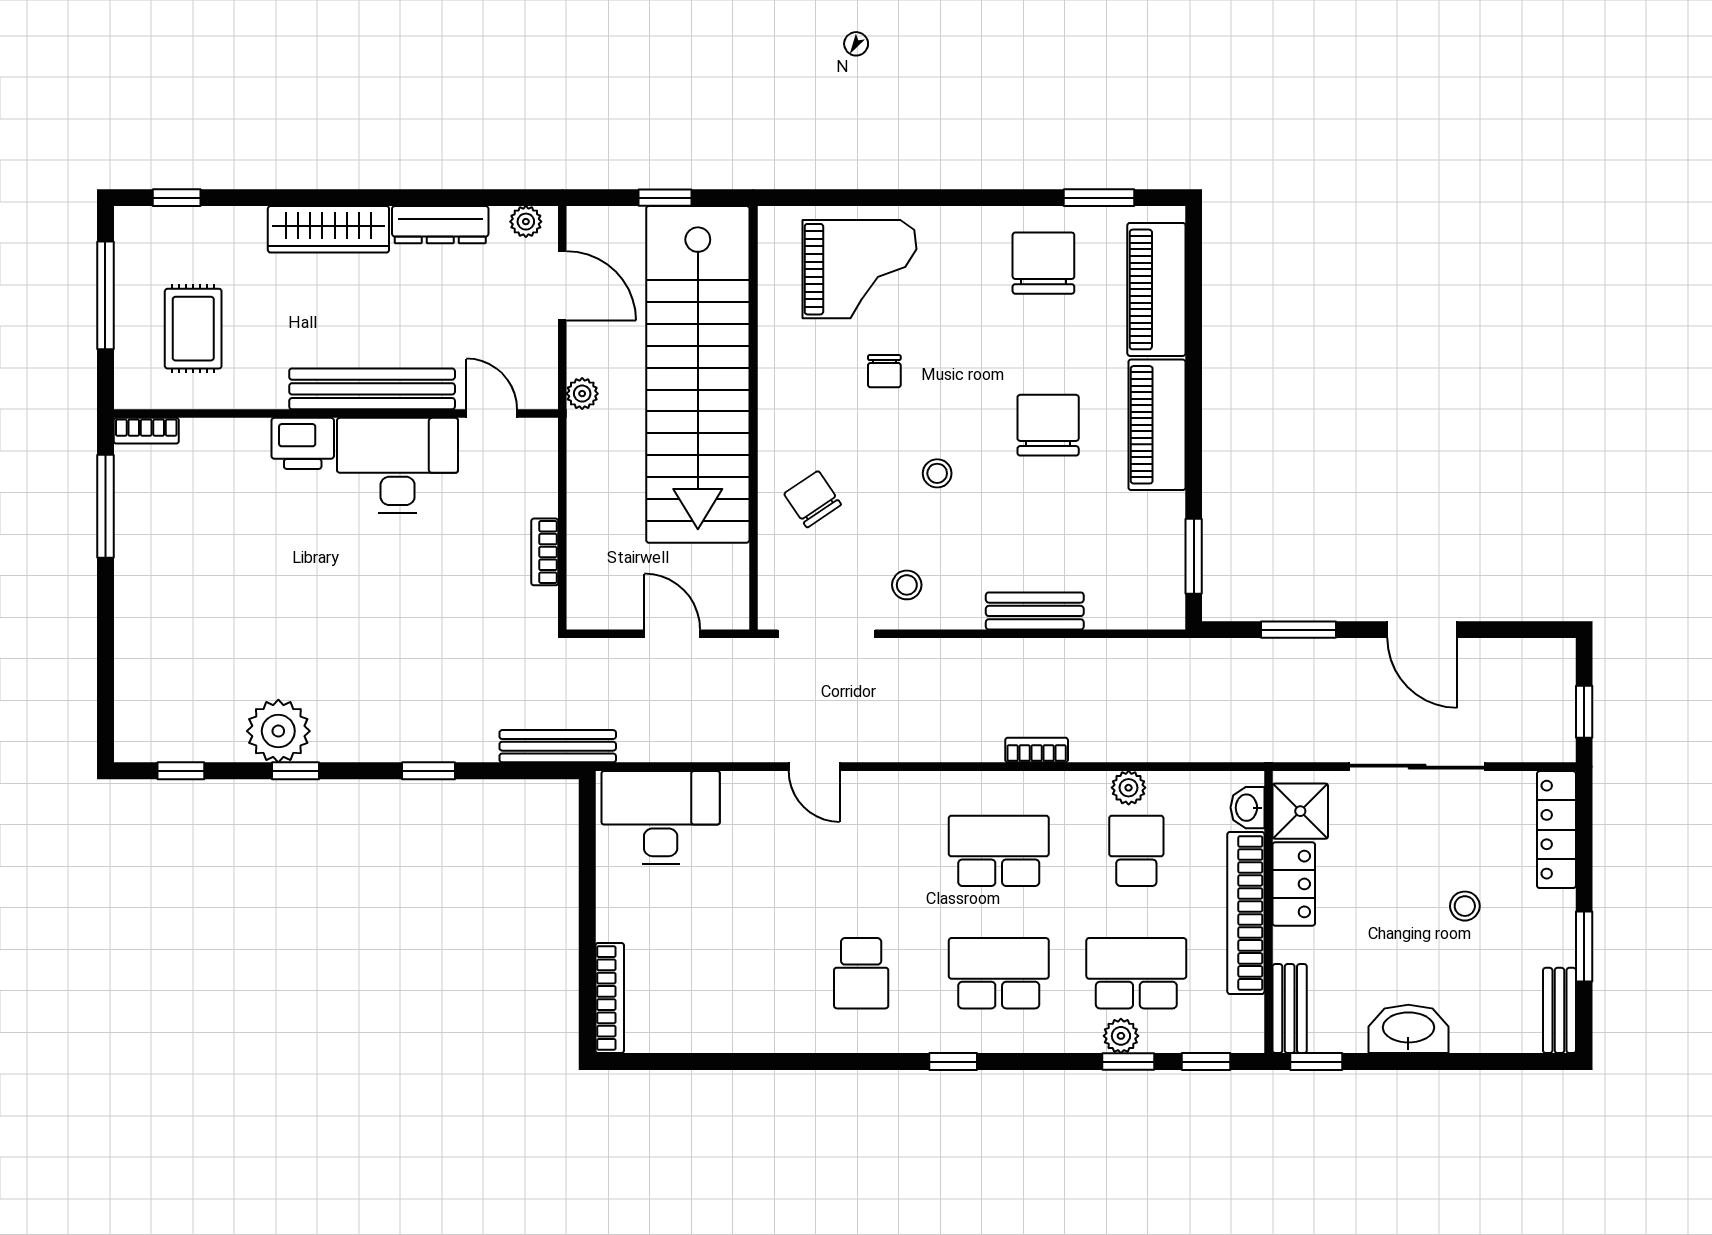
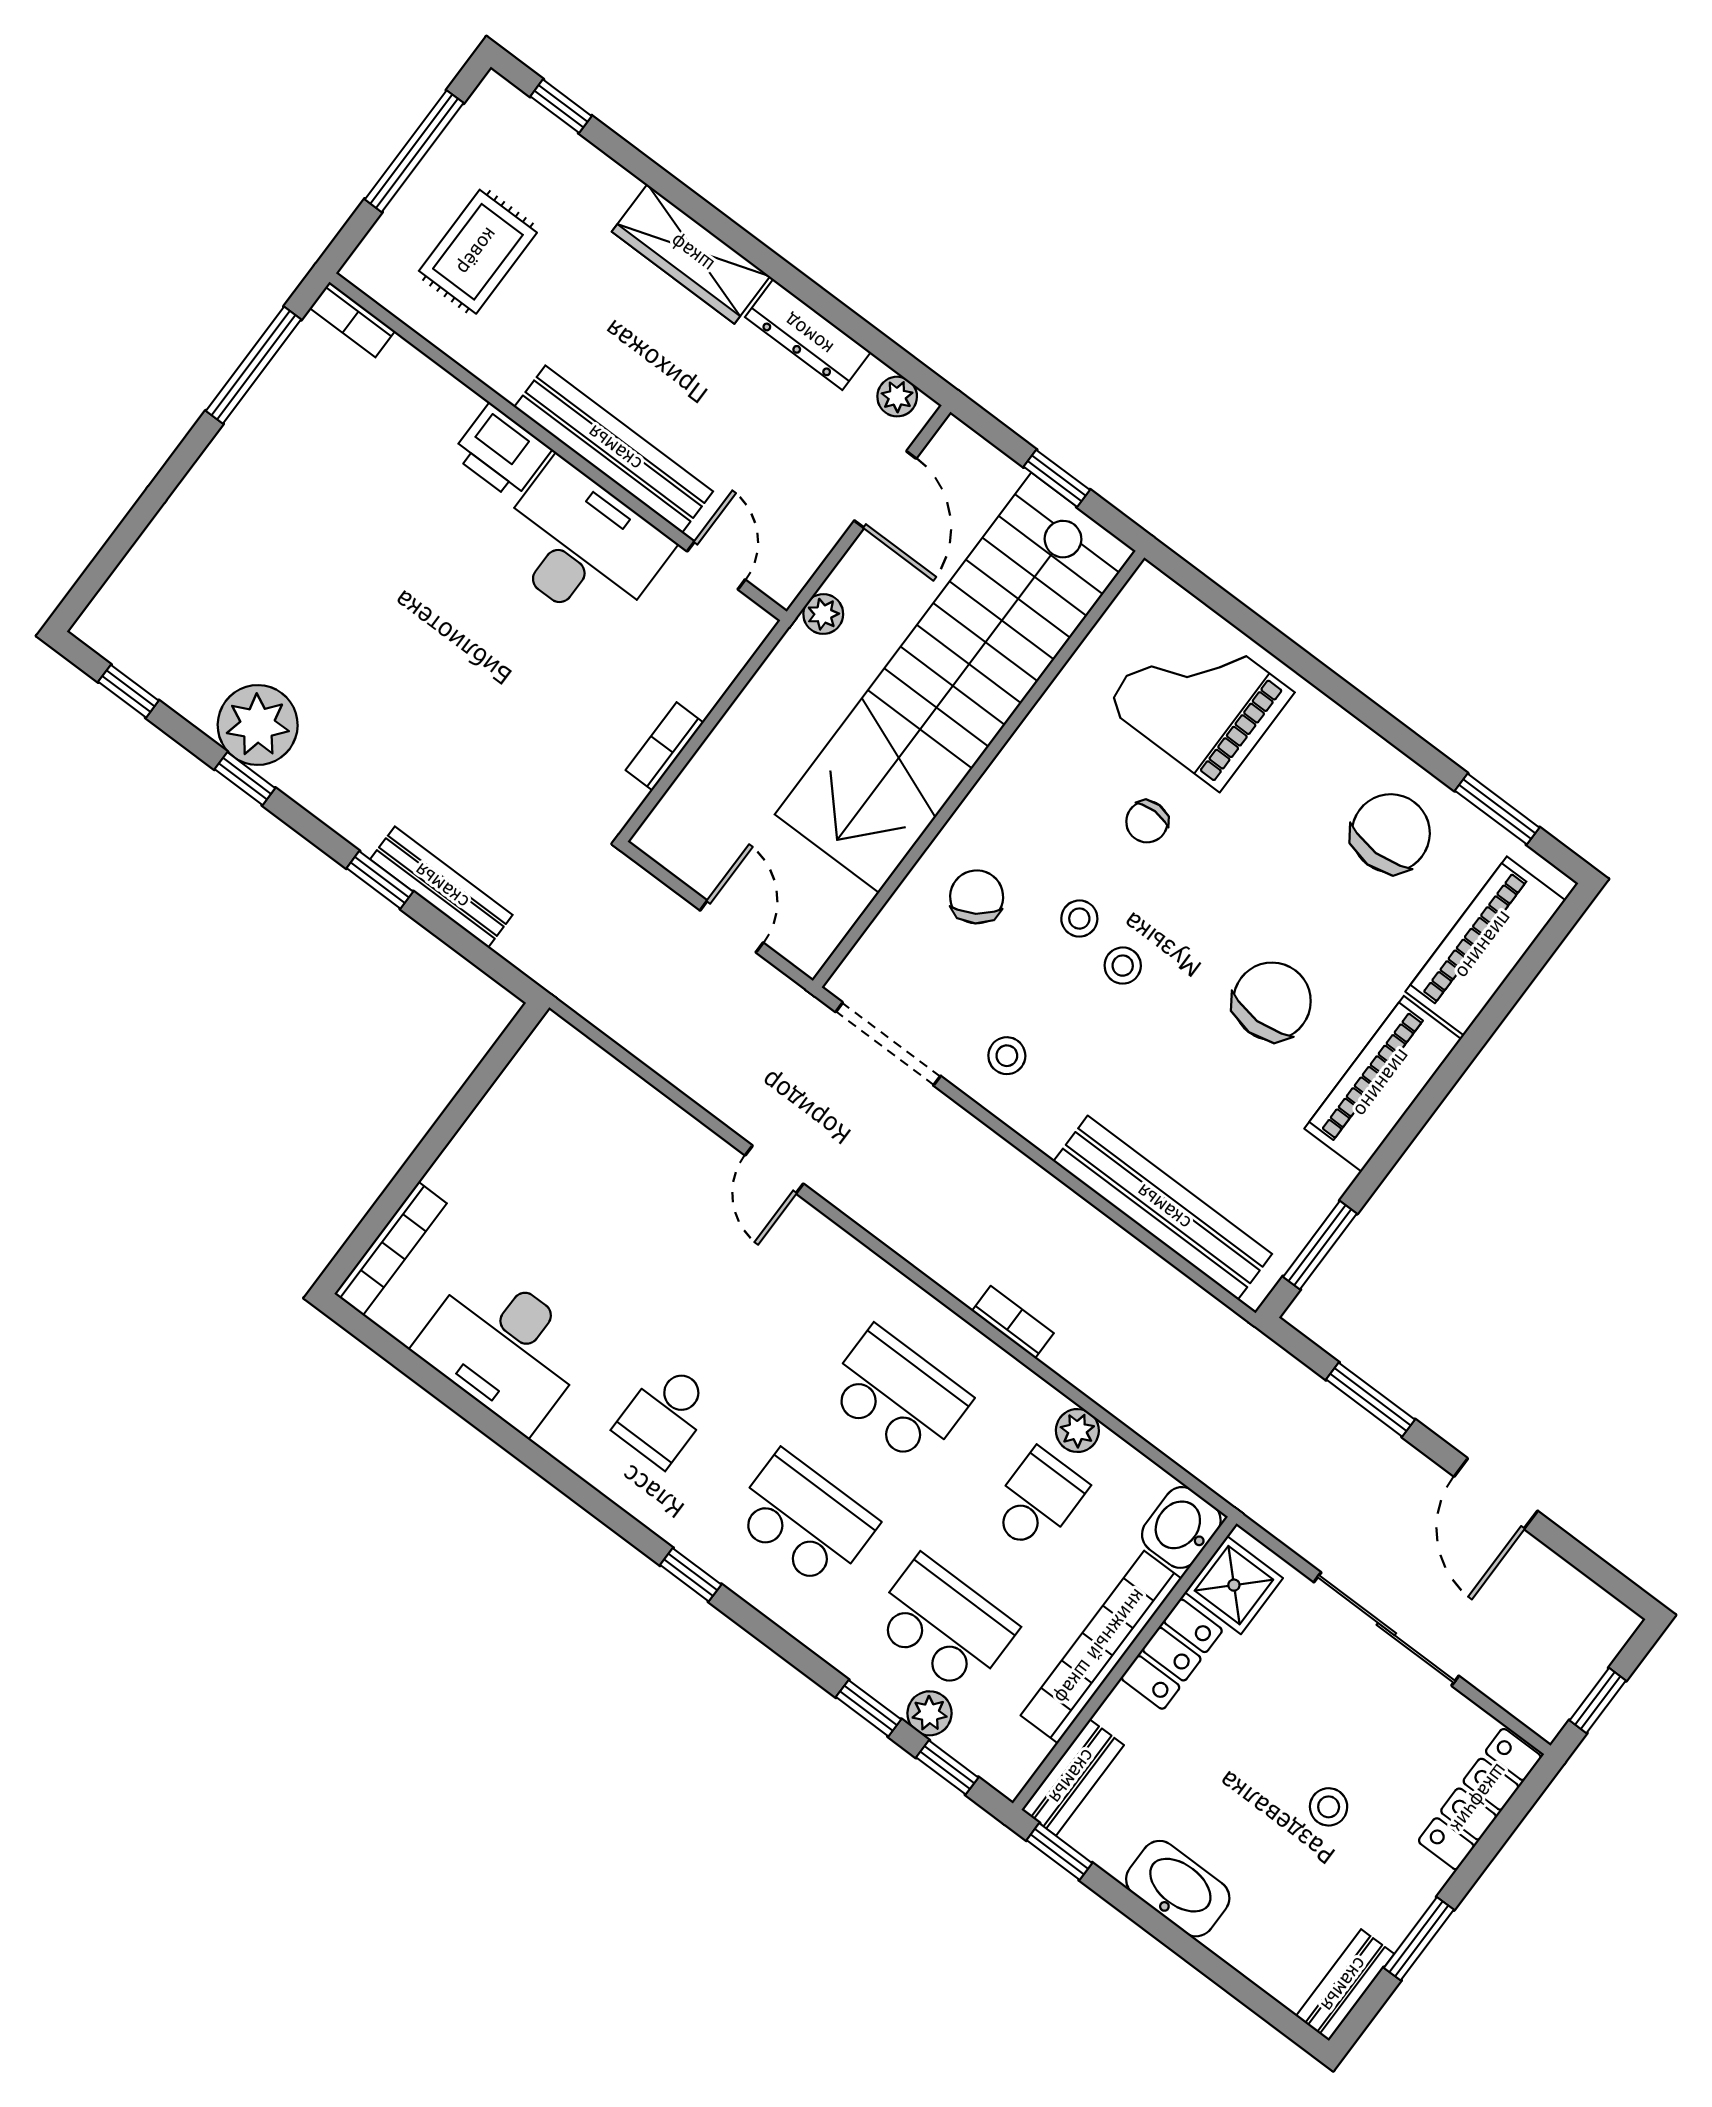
grand piano: (859, 269) -> (1199, 699), turned 180
stool: (888, 464) -> (1079, 919), added
bench: (1035, 611) -> (1163, 1208), width x1.86, depth x1.21
bench: (558, 746) -> (441, 887), moved
washbasin: (1247, 808) -> (1181, 1527), width x1.38, depth x1.45
desk: (661, 817) -> (504, 1347), moved, turned 180
plant: (1121, 1036) -> (929, 1713), moved

